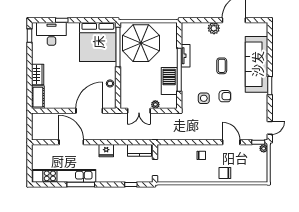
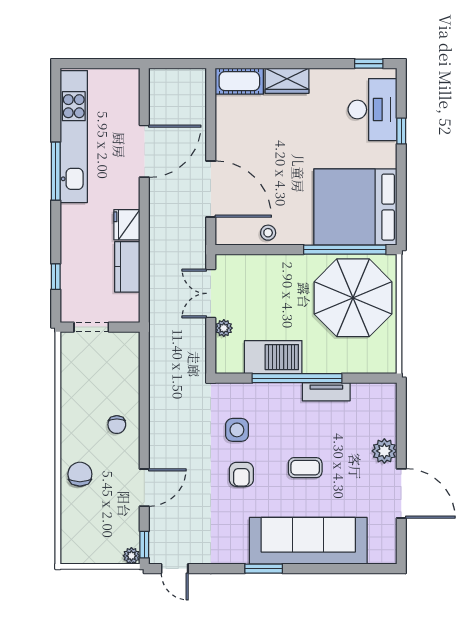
kitchen counter: (139, 150) -> (127, 267), moved

